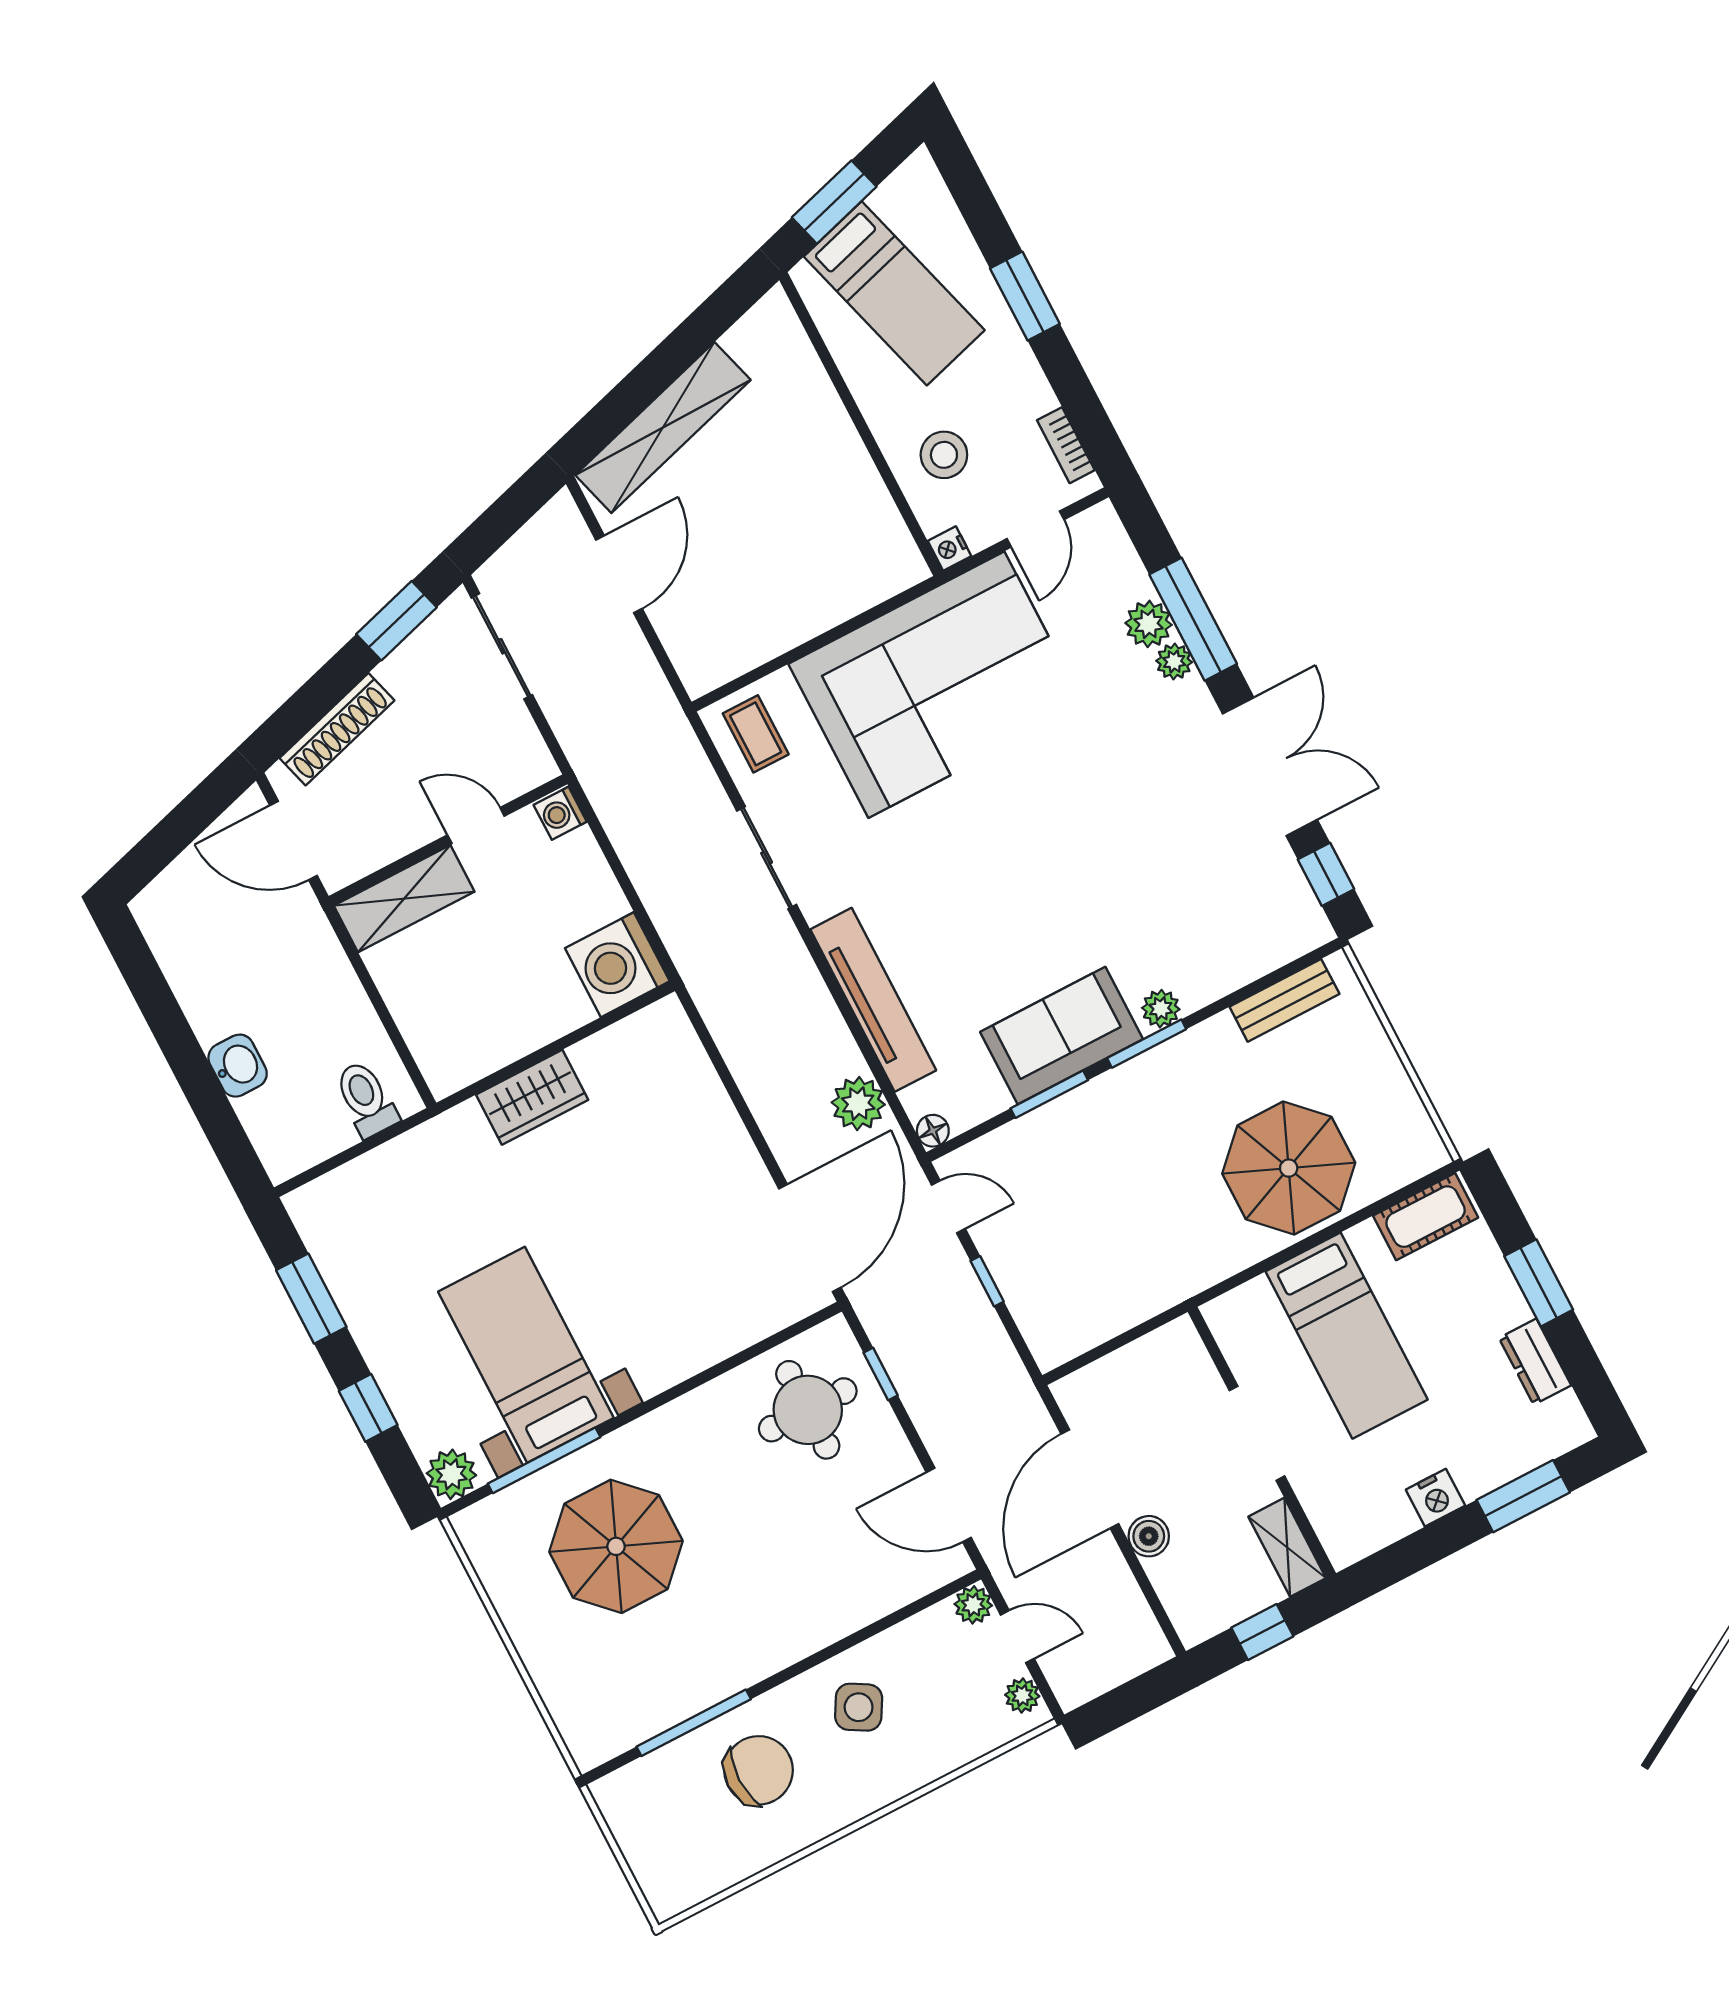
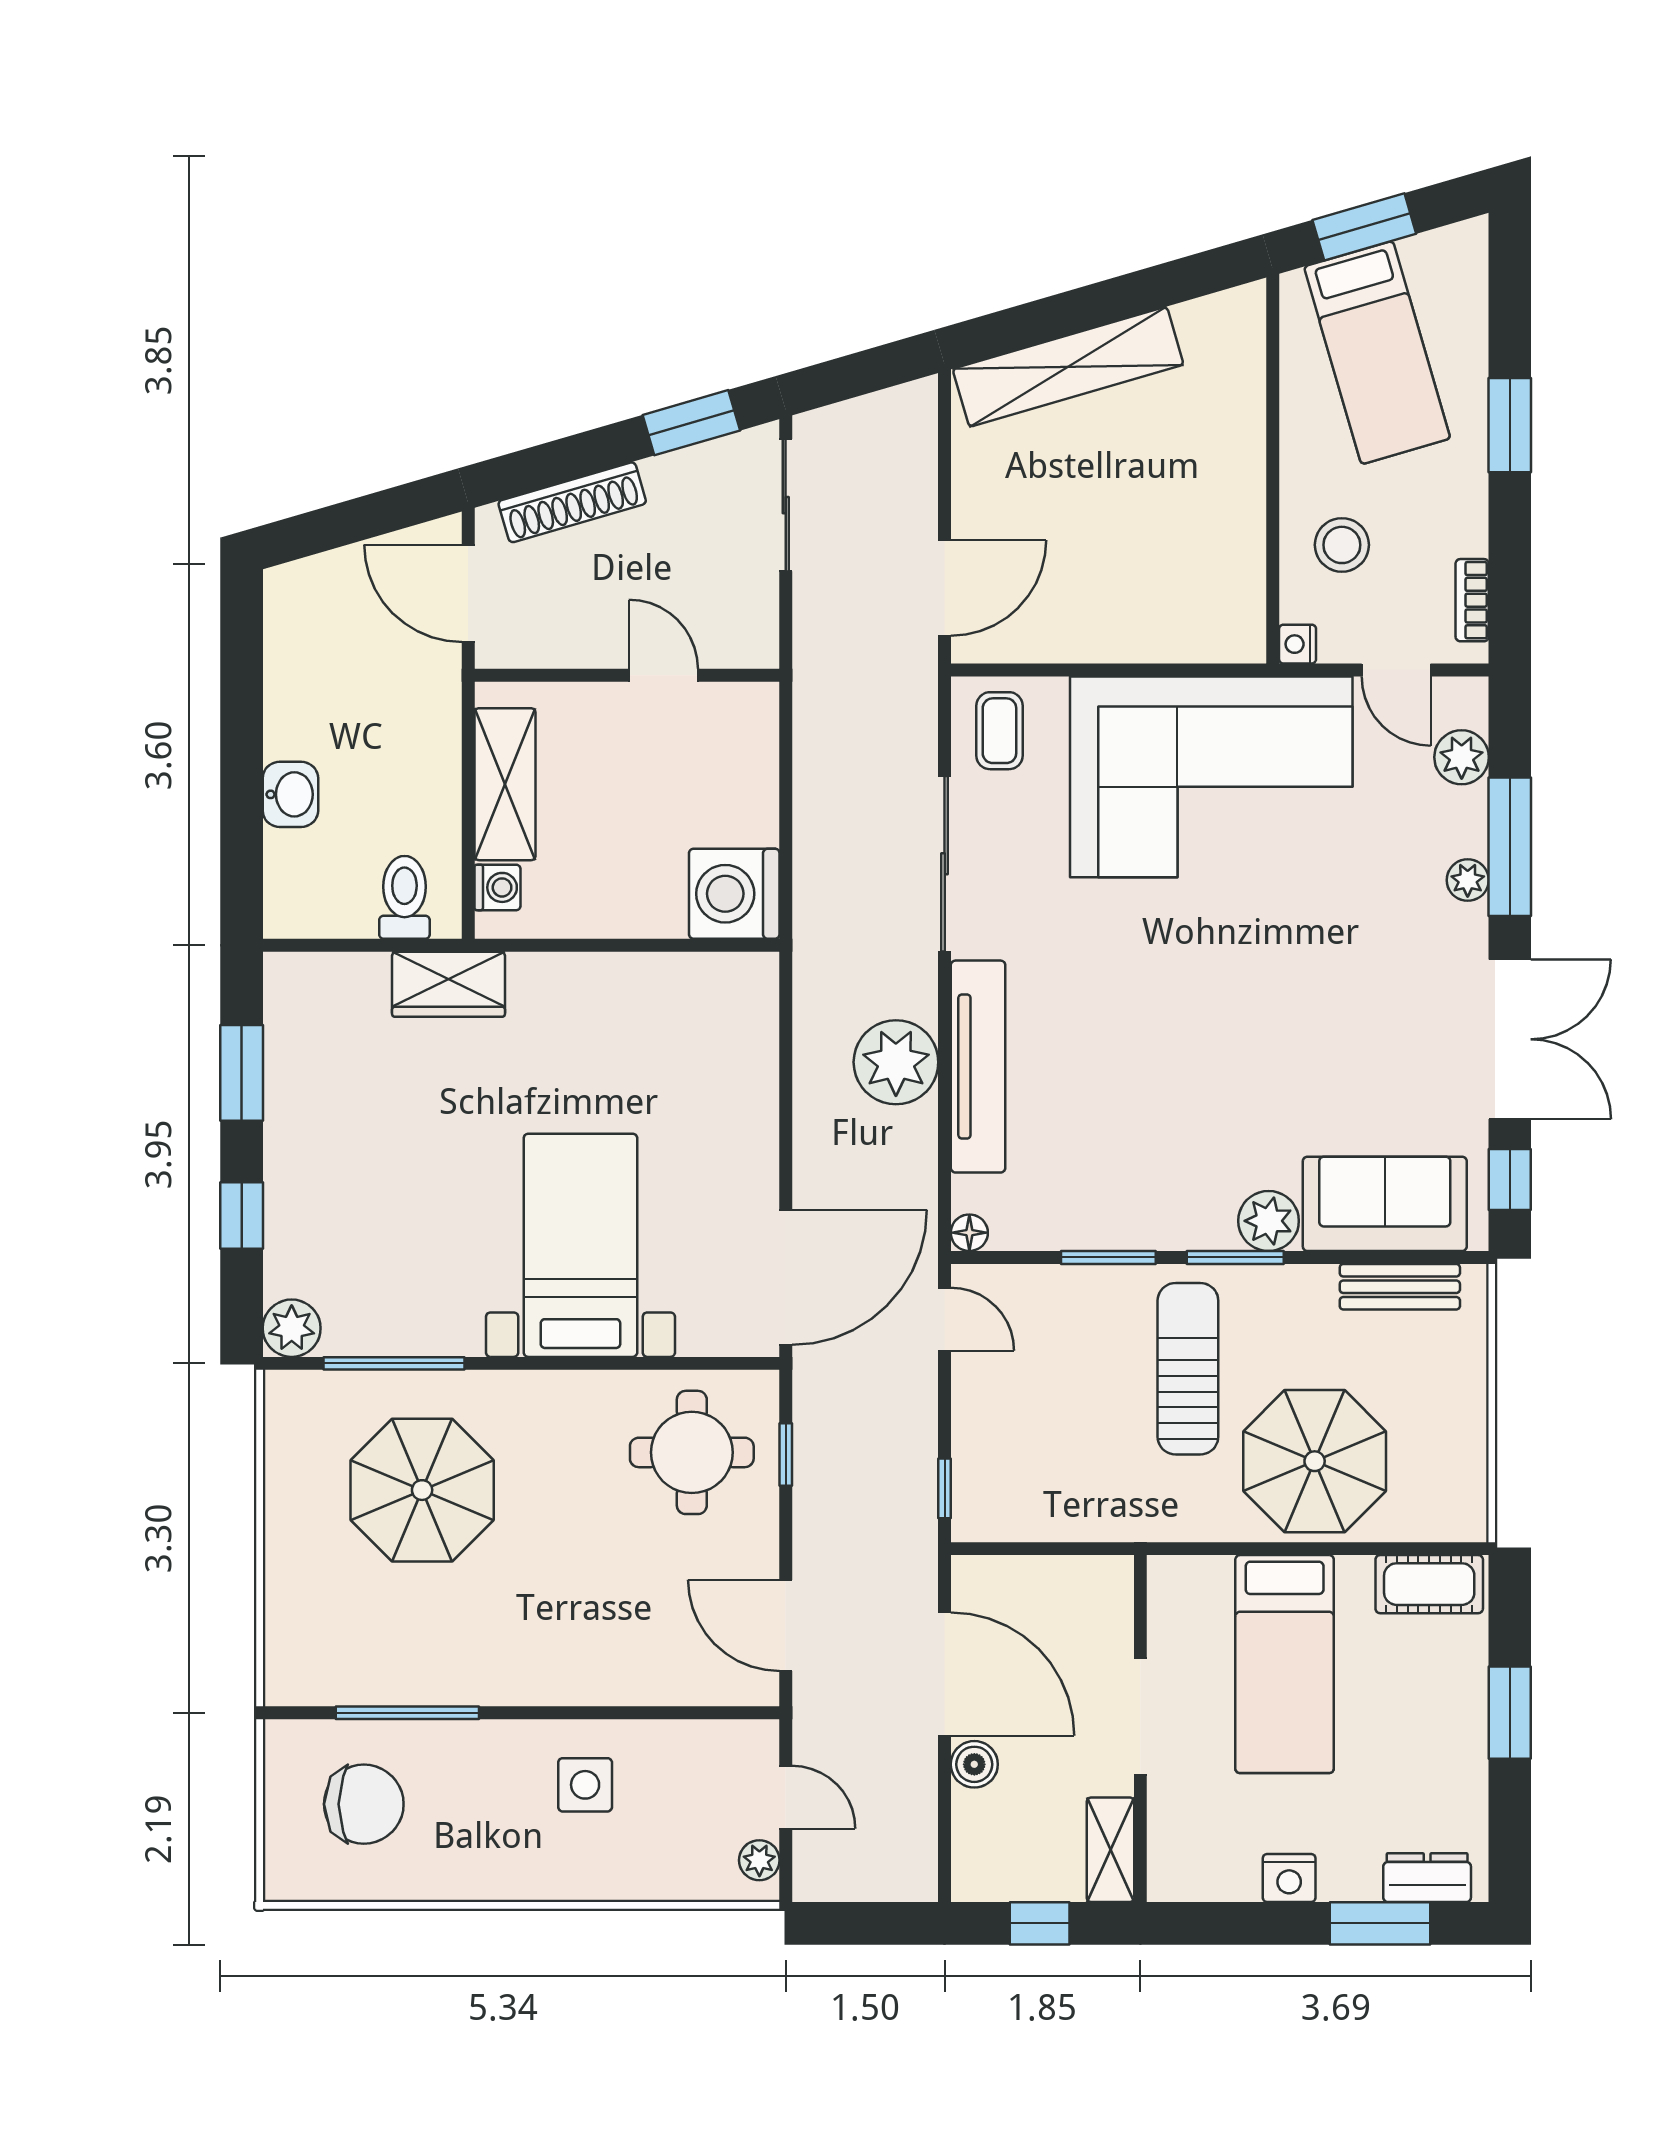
door: (1035, 529) -> (1396, 670), hinge flipped
door: (619, 574) -> (945, 588), moved
plant: (1149, 624) -> (1462, 757), moved
washing machine: (560, 813) -> (497, 887), moved, turned 180
sliding door: (767, 858) -> (945, 864), width x1.37
shelving: (404, 899) -> (505, 784), moved, turned 90
plant: (1161, 1009) -> (1269, 1221), width x1.38, depth x1.38
sofa: (1062, 1036) -> (1385, 1204), moved
wardrobe: (532, 1097) -> (448, 984), moved
plant: (858, 1104) -> (896, 1062), moved, width x1.36, depth x1.36
sun lounger: (1155, 1148) -> (1188, 1369), added
window: (987, 1281) -> (945, 1488), moved
bed with nightstands: (526, 1355) -> (580, 1245), moved
dresser: (1535, 1362) -> (1427, 1878), moved, turned 90
door: (1090, 1479) -> (945, 1674), swing flipped
plant: (973, 1605) -> (757, 1741), removed
side table: (859, 1707) -> (585, 1785), turned -30
chair: (759, 1770) -> (364, 1804), moved

